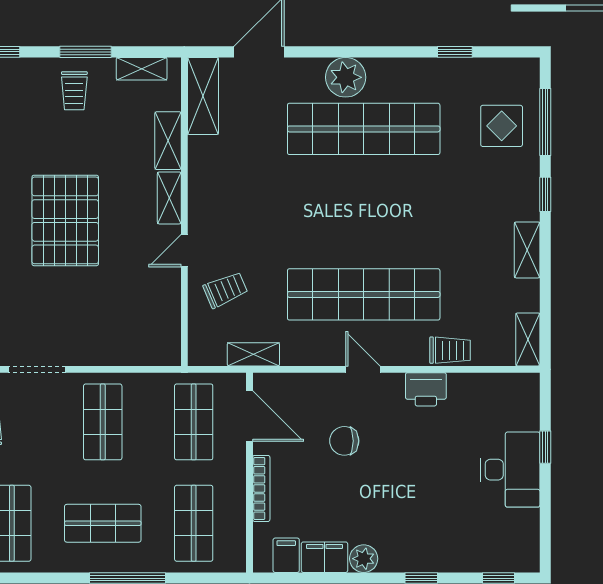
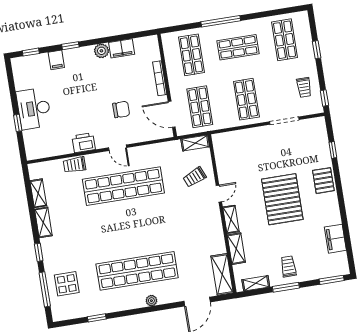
plant: (346, 77) -> (151, 301), width x0.53, depth x0.53
shelving: (528, 339) -> (38, 193), moved
shelving: (253, 354) -> (195, 143), moved
filing cabinet: (286, 555) -> (56, 60), moved

